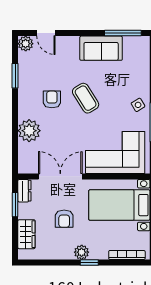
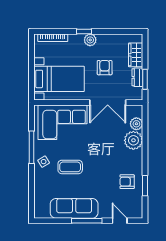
window: (123, 33) -> (87, 221), moved
plant: (26, 44) -> (136, 124), moved
sofa: (101, 48) -> (74, 208), width x1.36
coffee table: (86, 98) -> (70, 167), moved, turned -58
armchair: (52, 99) -> (127, 182), moved, turned 90
dresser: (24, 191) -> (137, 77), moved

